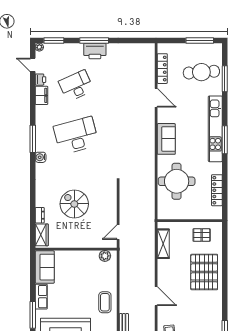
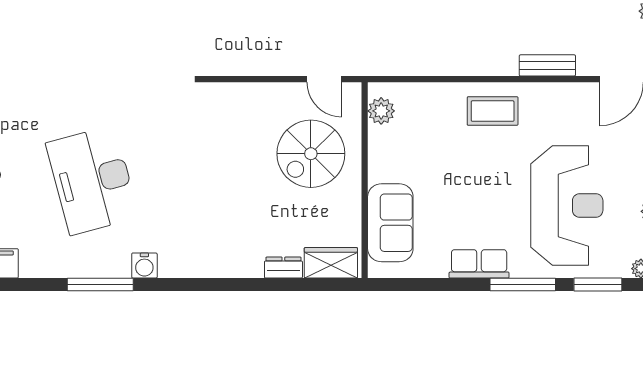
spiral stairs: (74, 204) -> (311, 154), moved
sofa: (45, 267) -> (390, 223), moved, turned 90

